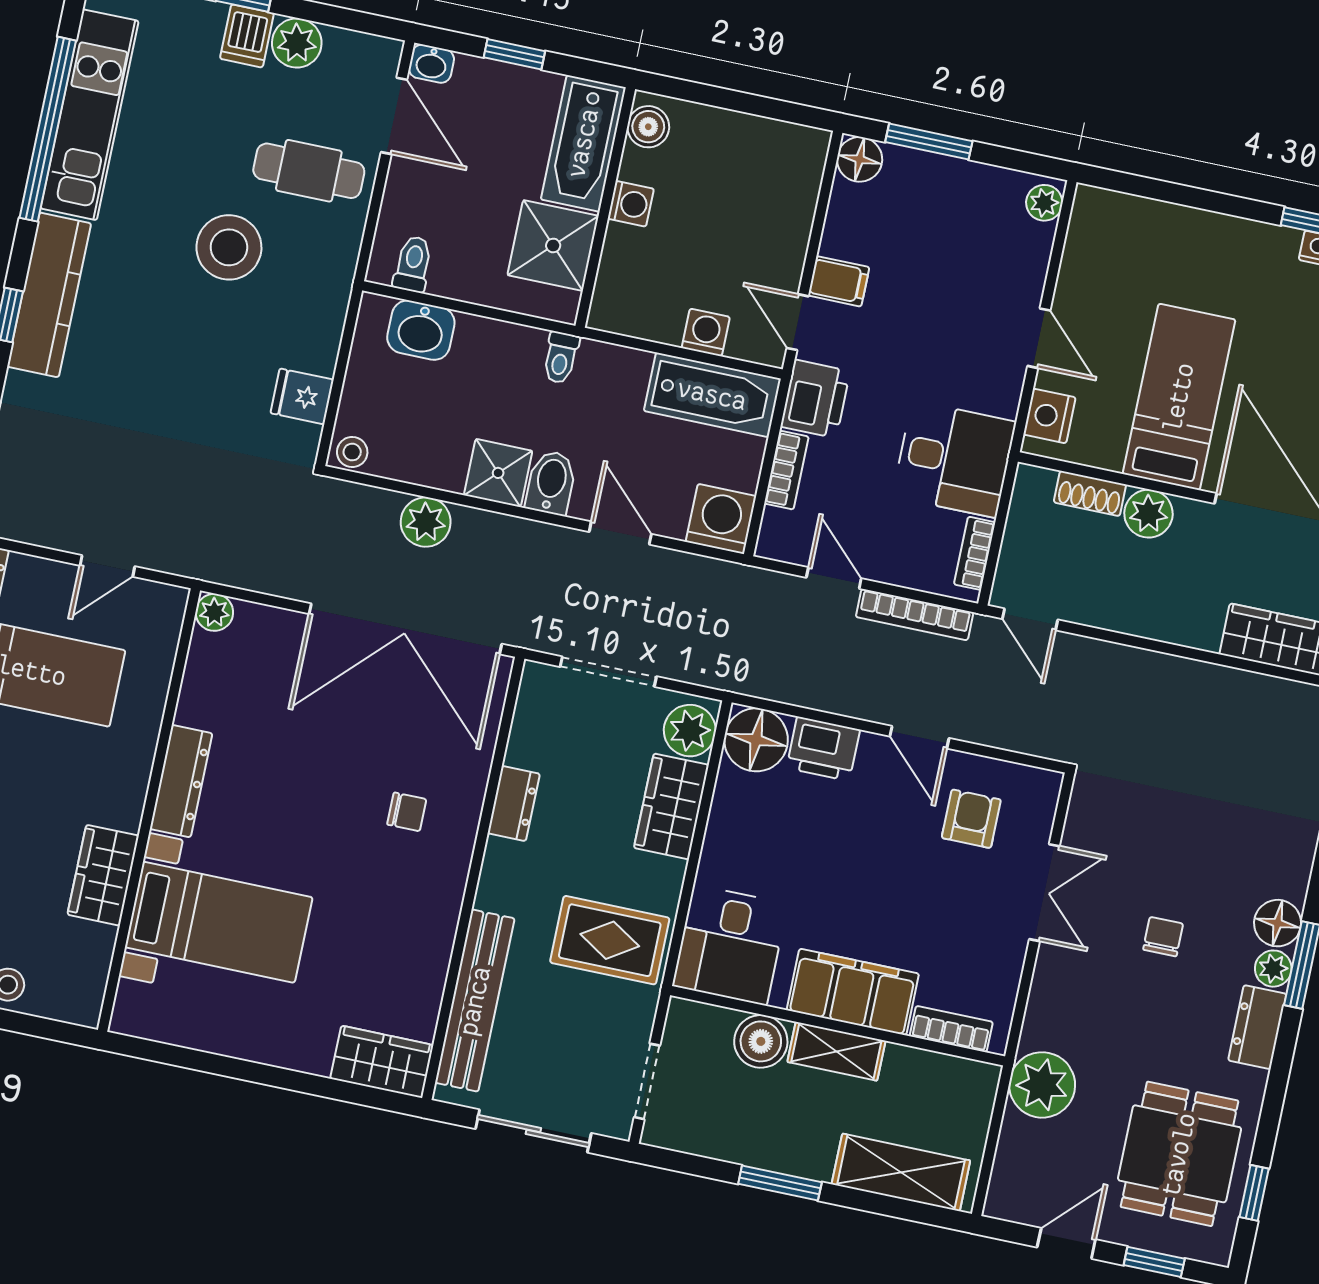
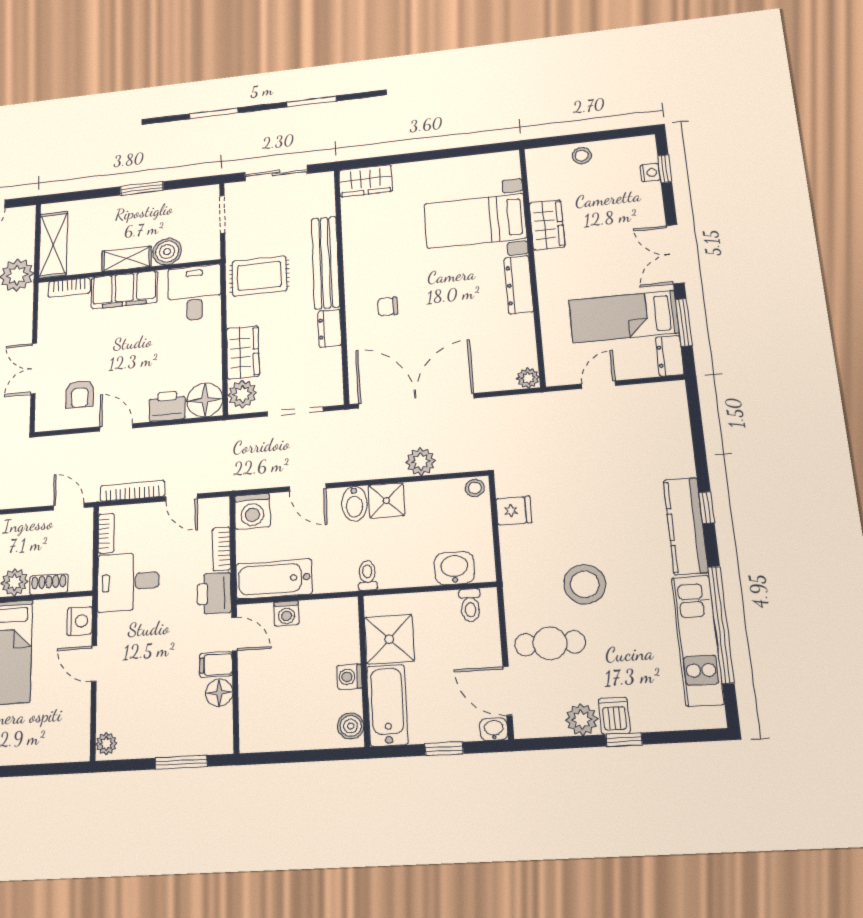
floor lamp: (860, 159) -> (219, 693), moved
bench: (475, 1001) -> (325, 262), moved
shelving: (901, 1172) -> (53, 245), moved, turned 90

